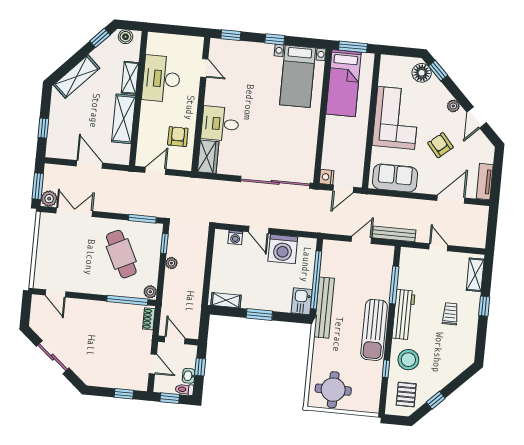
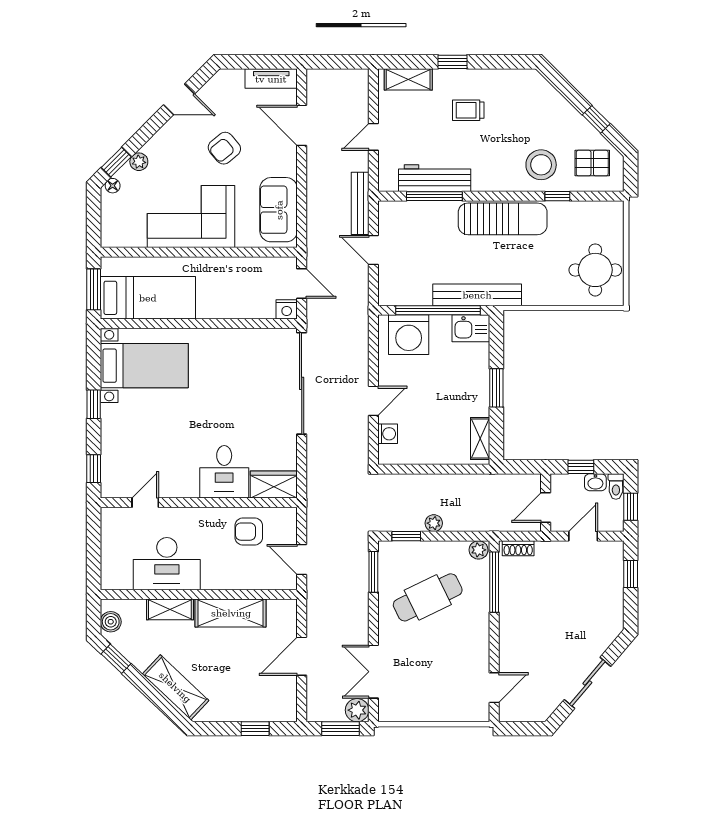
floor lamp: (422, 73) -> (113, 186), width x0.53, depth x0.53
plant: (453, 106) -> (139, 162), moved
washing machine: (283, 249) -> (409, 335), moved, turned 90
workbench: (404, 315) -> (435, 178), moved

